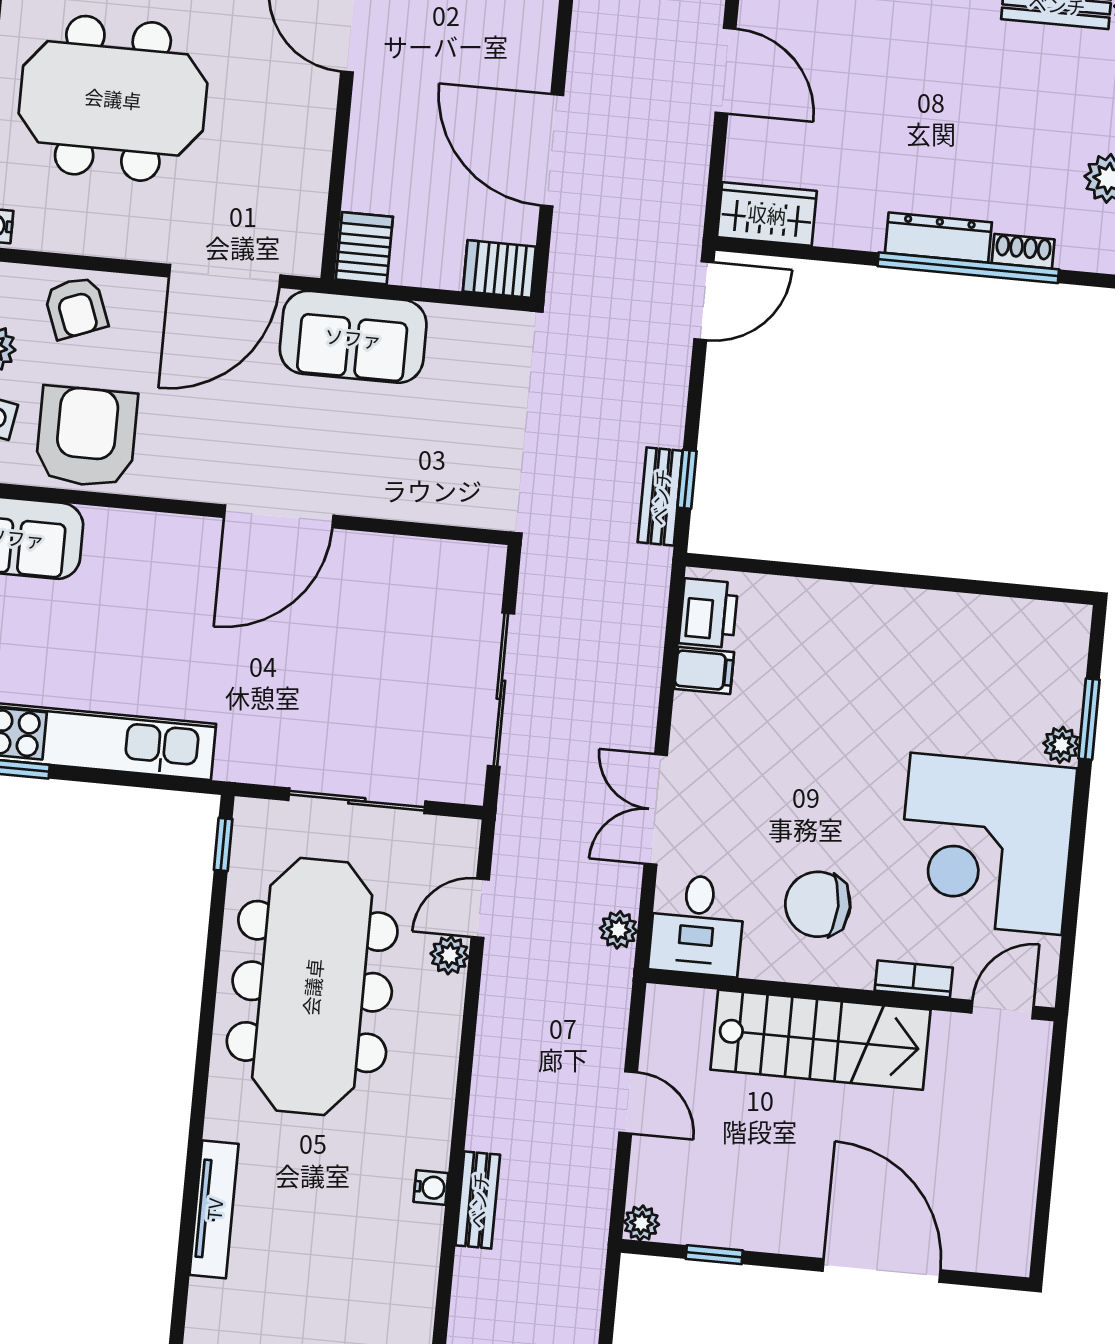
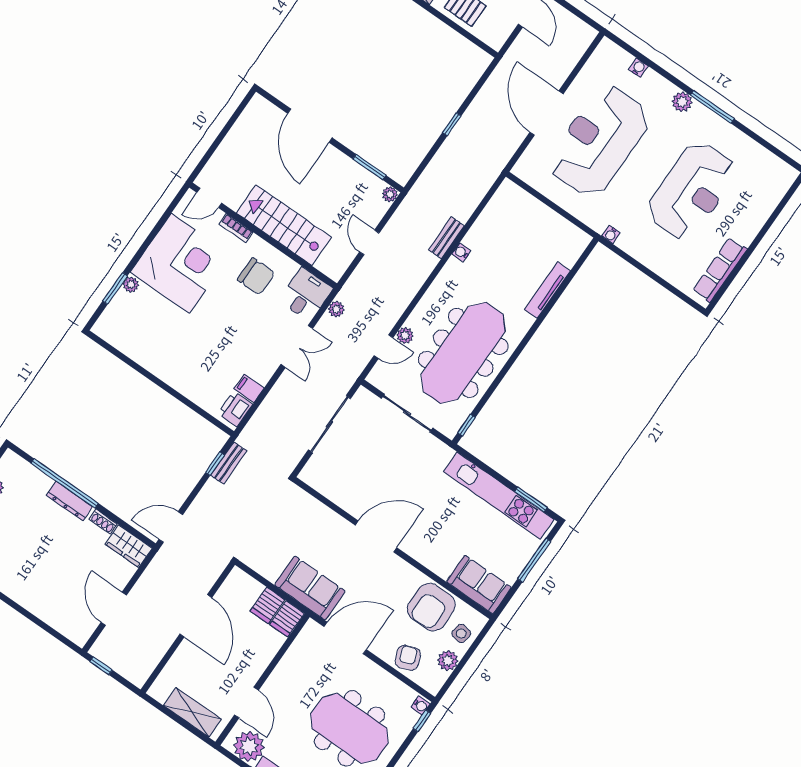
shoe rack: (1023, 251) -> (103, 522), moved
server rack: (499, 269) -> (267, 605), moved, turned 90
window: (714, 1255) -> (369, 167), width x1.50

